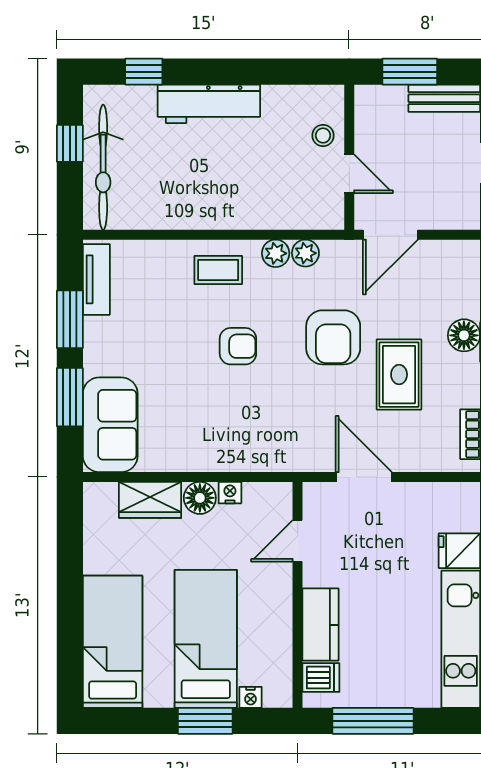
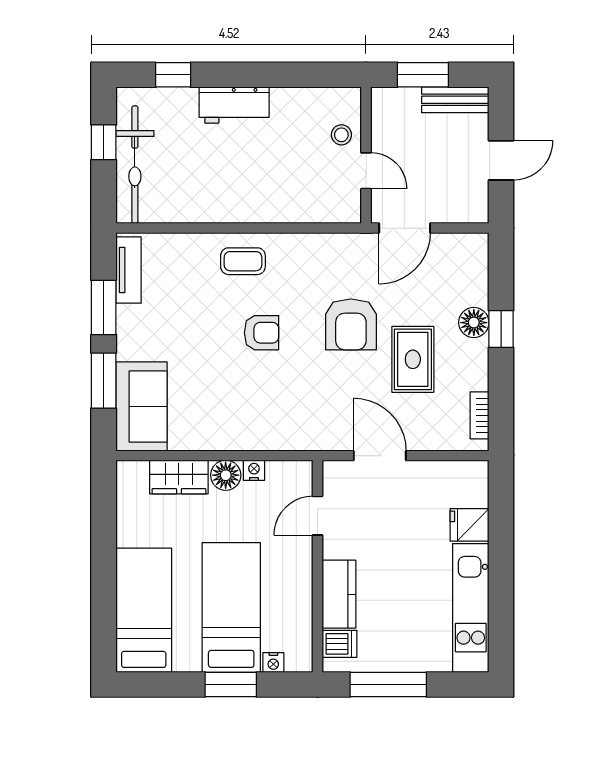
workbench: (209, 104) -> (234, 105), width x0.73
plant: (276, 253) -> (297, 245), removed
plant: (305, 253) -> (325, 245), removed

